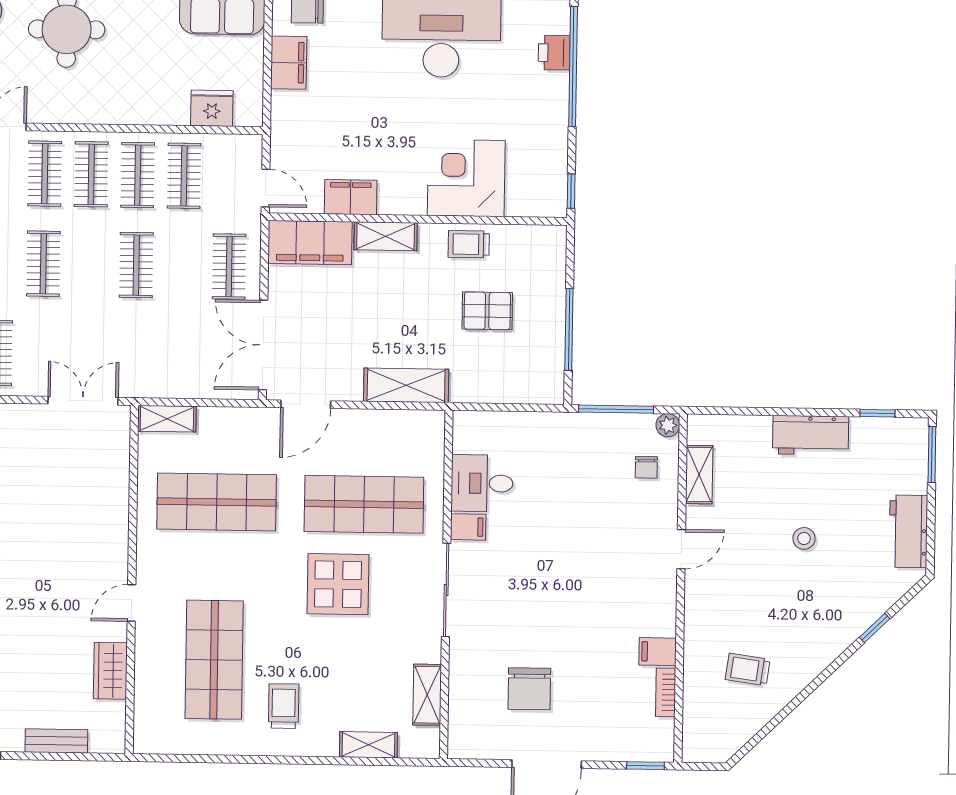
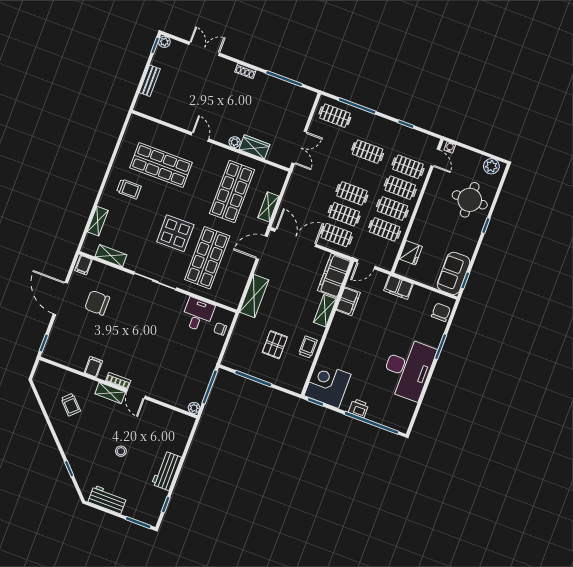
printer: (554, 53) -> (359, 408), moved
filing cabinet: (289, 63) -> (398, 287), moved
corner desk: (466, 178) -> (328, 385), moved, turned -90
clothes rail: (183, 266) -> (344, 214), added
door: (306, 404) -> (262, 248), hinge flipped
shelving: (167, 419) -> (268, 207), moved
chair: (646, 467) -> (220, 329), moved
shelving: (699, 475) -> (110, 393), moved
filing cabinet: (468, 527) -> (83, 265), moved
plant: (118, 531) -> (235, 142), added
trolley: (748, 669) -> (71, 405), turned 128
wardrobe: (110, 671) -> (254, 147), moved
bookcase: (666, 692) -> (118, 381), moved

